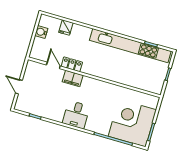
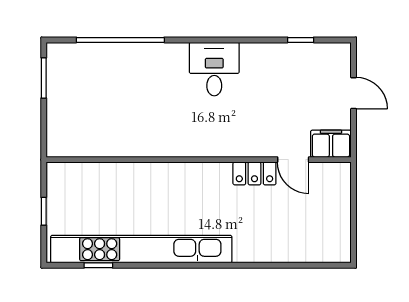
fridge: (66, 28) -> (290, 248), removed
water cooler: (41, 32) -> (339, 224), removed
filing cabinet: (73, 78) -> (331, 144), moved
corner desk: (132, 123) -> (89, 86), removed

